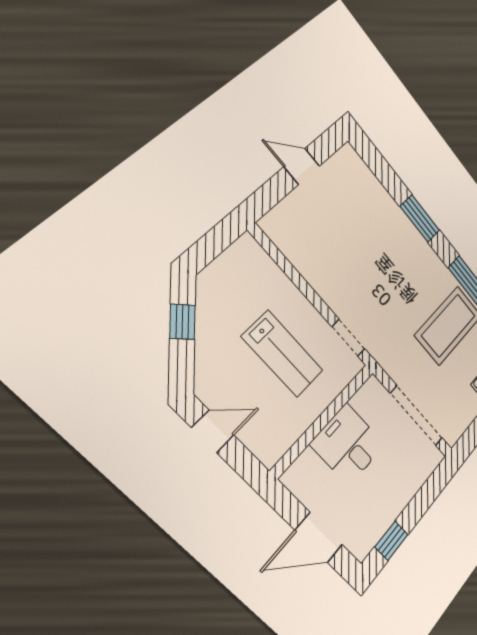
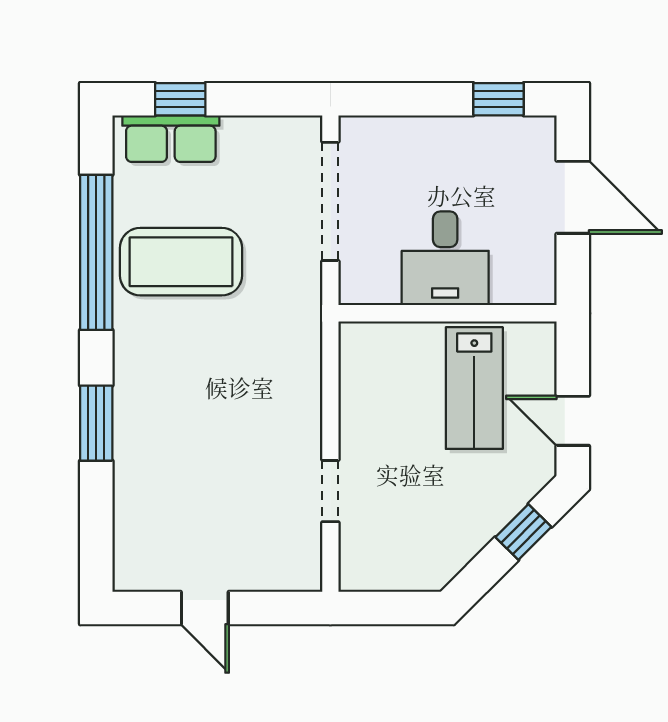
window: (183, 322) -> (523, 532), moved
doorway: (348, 338) -> (330, 491), moved
lab bench: (283, 354) -> (474, 388), moved, turned 180

